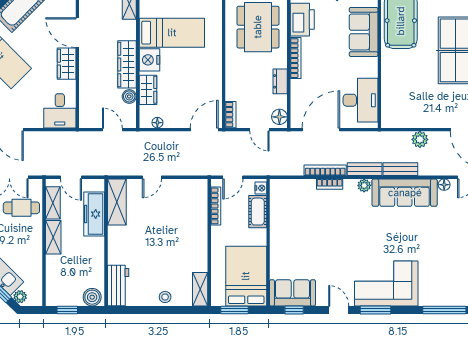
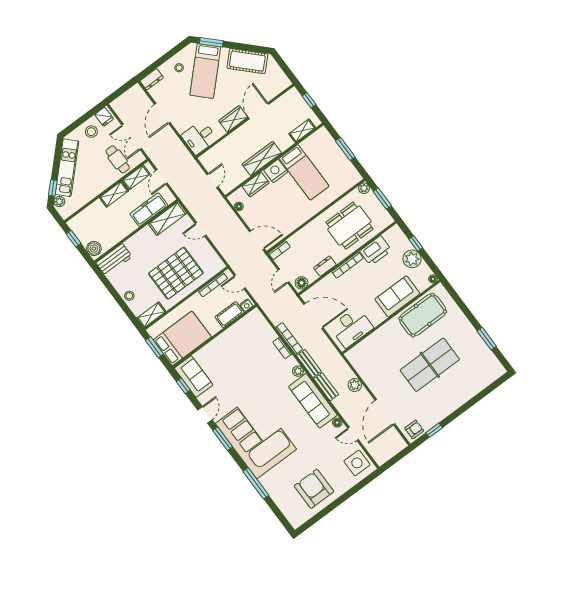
boiler: (129, 96) -> (242, 176), removed
pallet: (177, 234) -> (176, 273), added
corner sofa: (386, 283) -> (256, 436), width x1.36, depth x1.36

